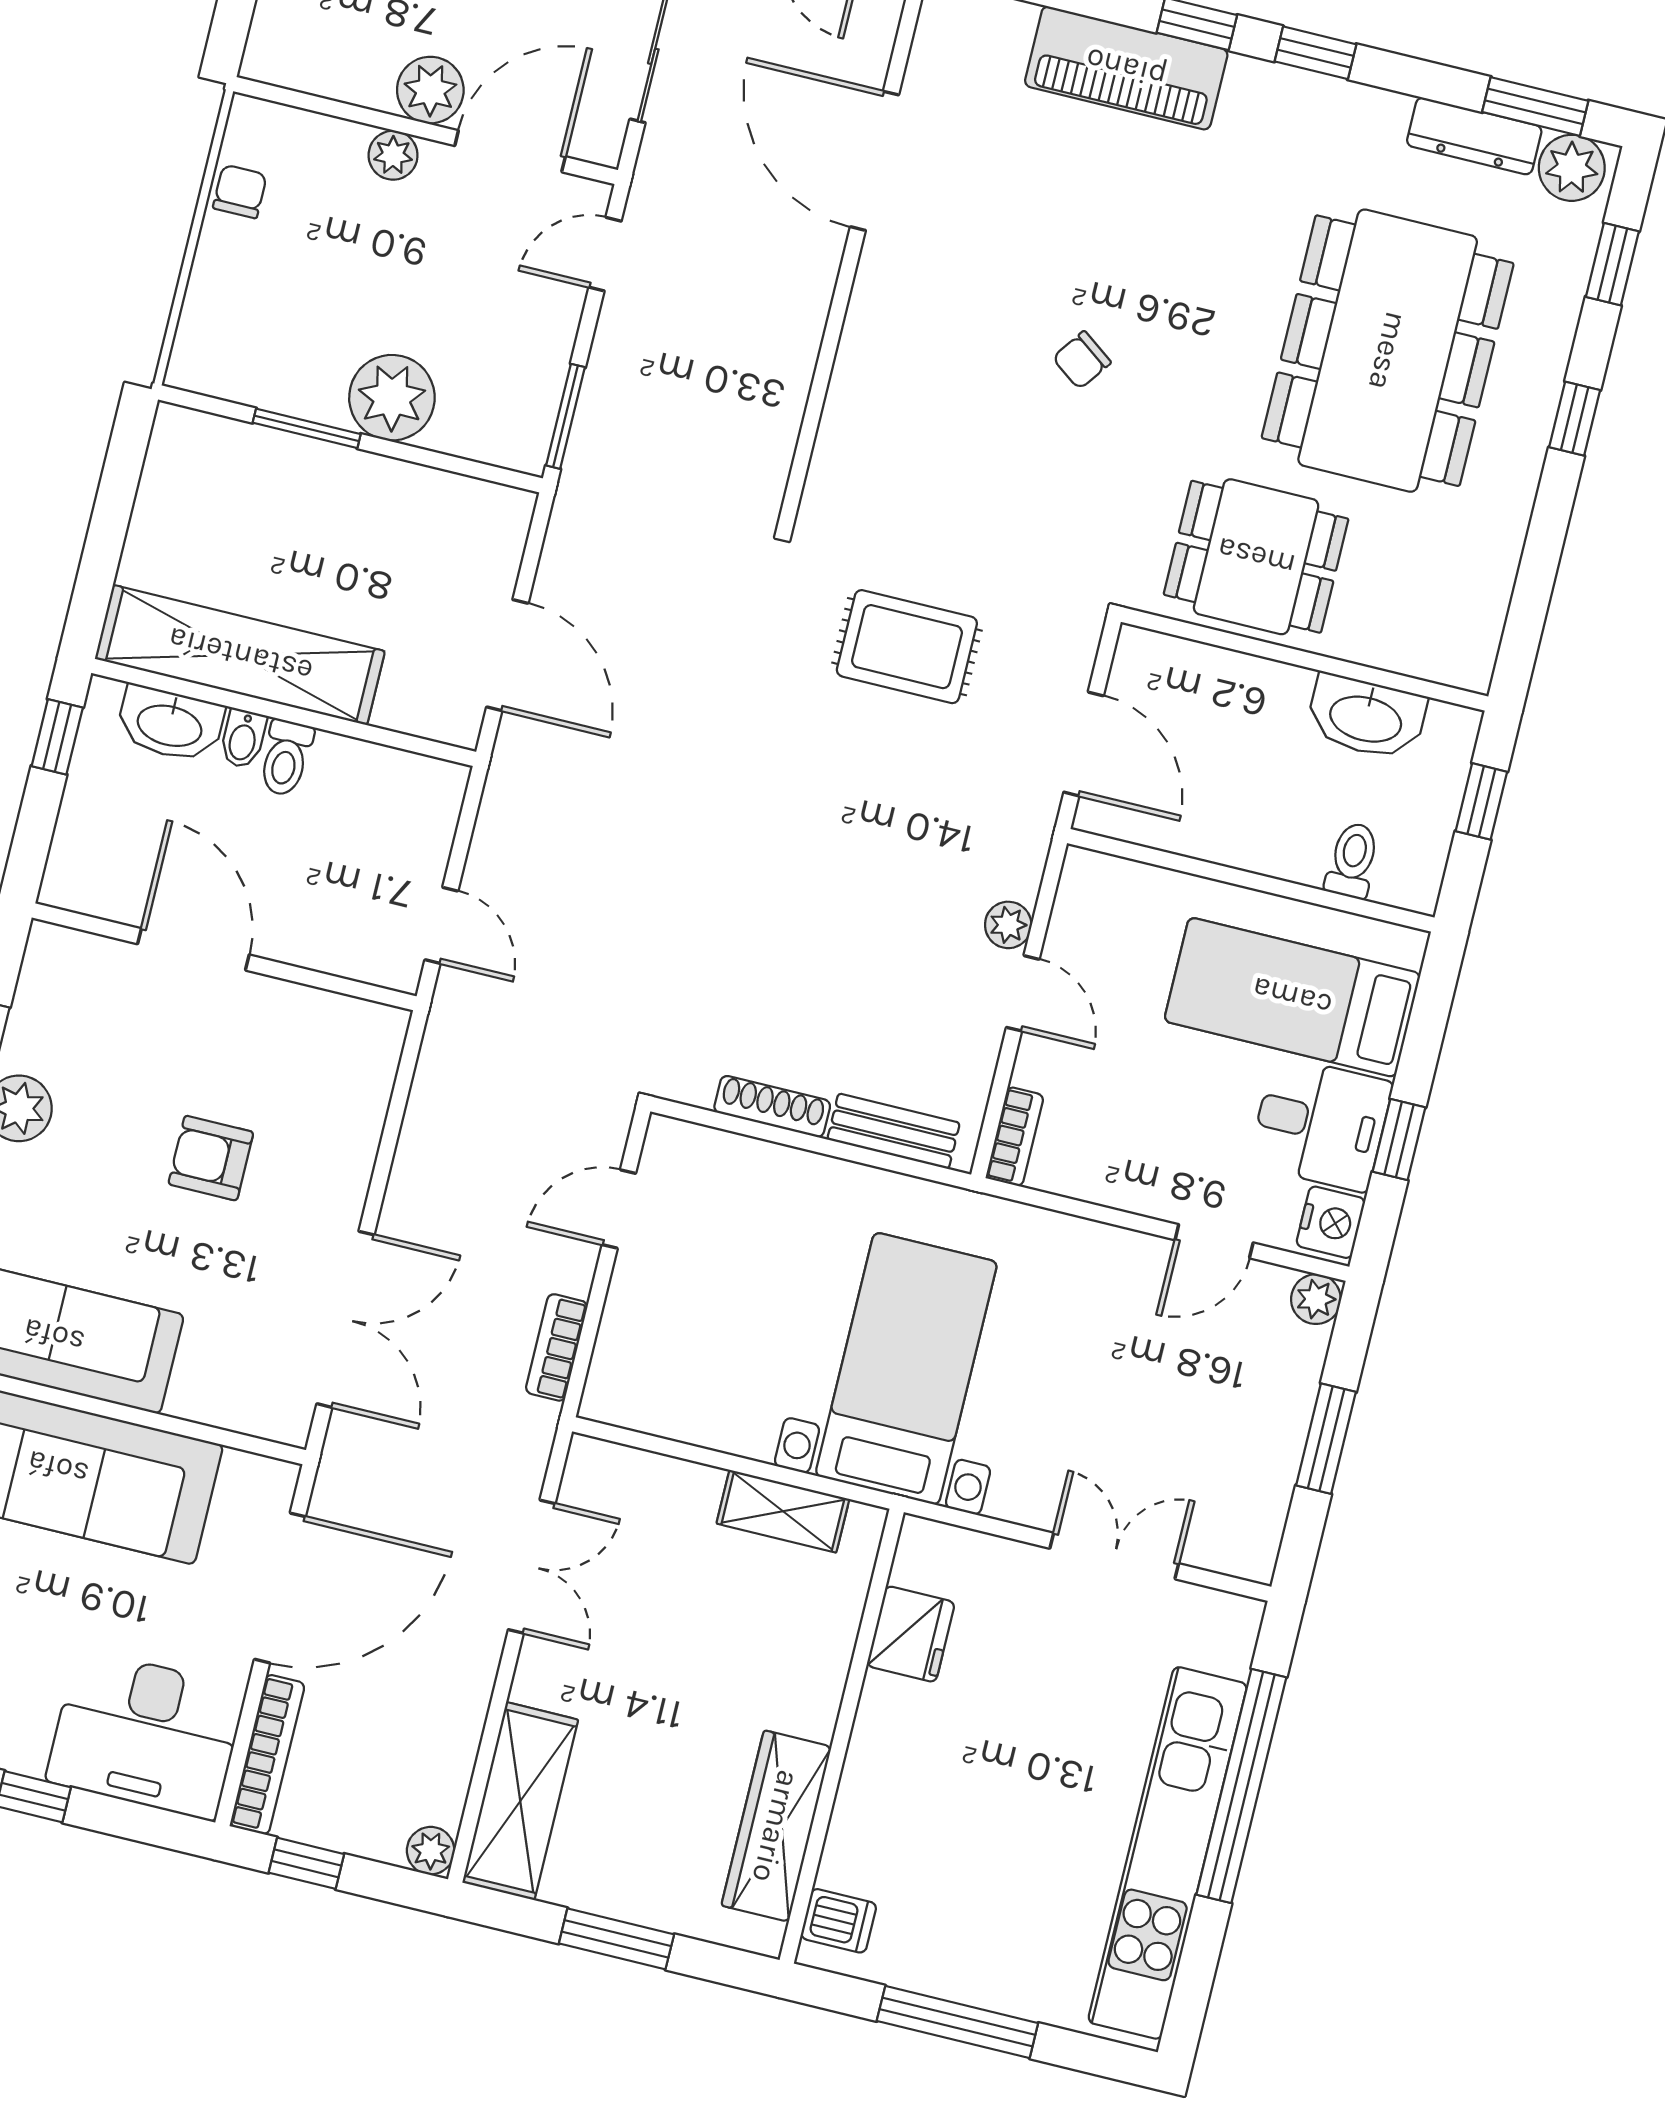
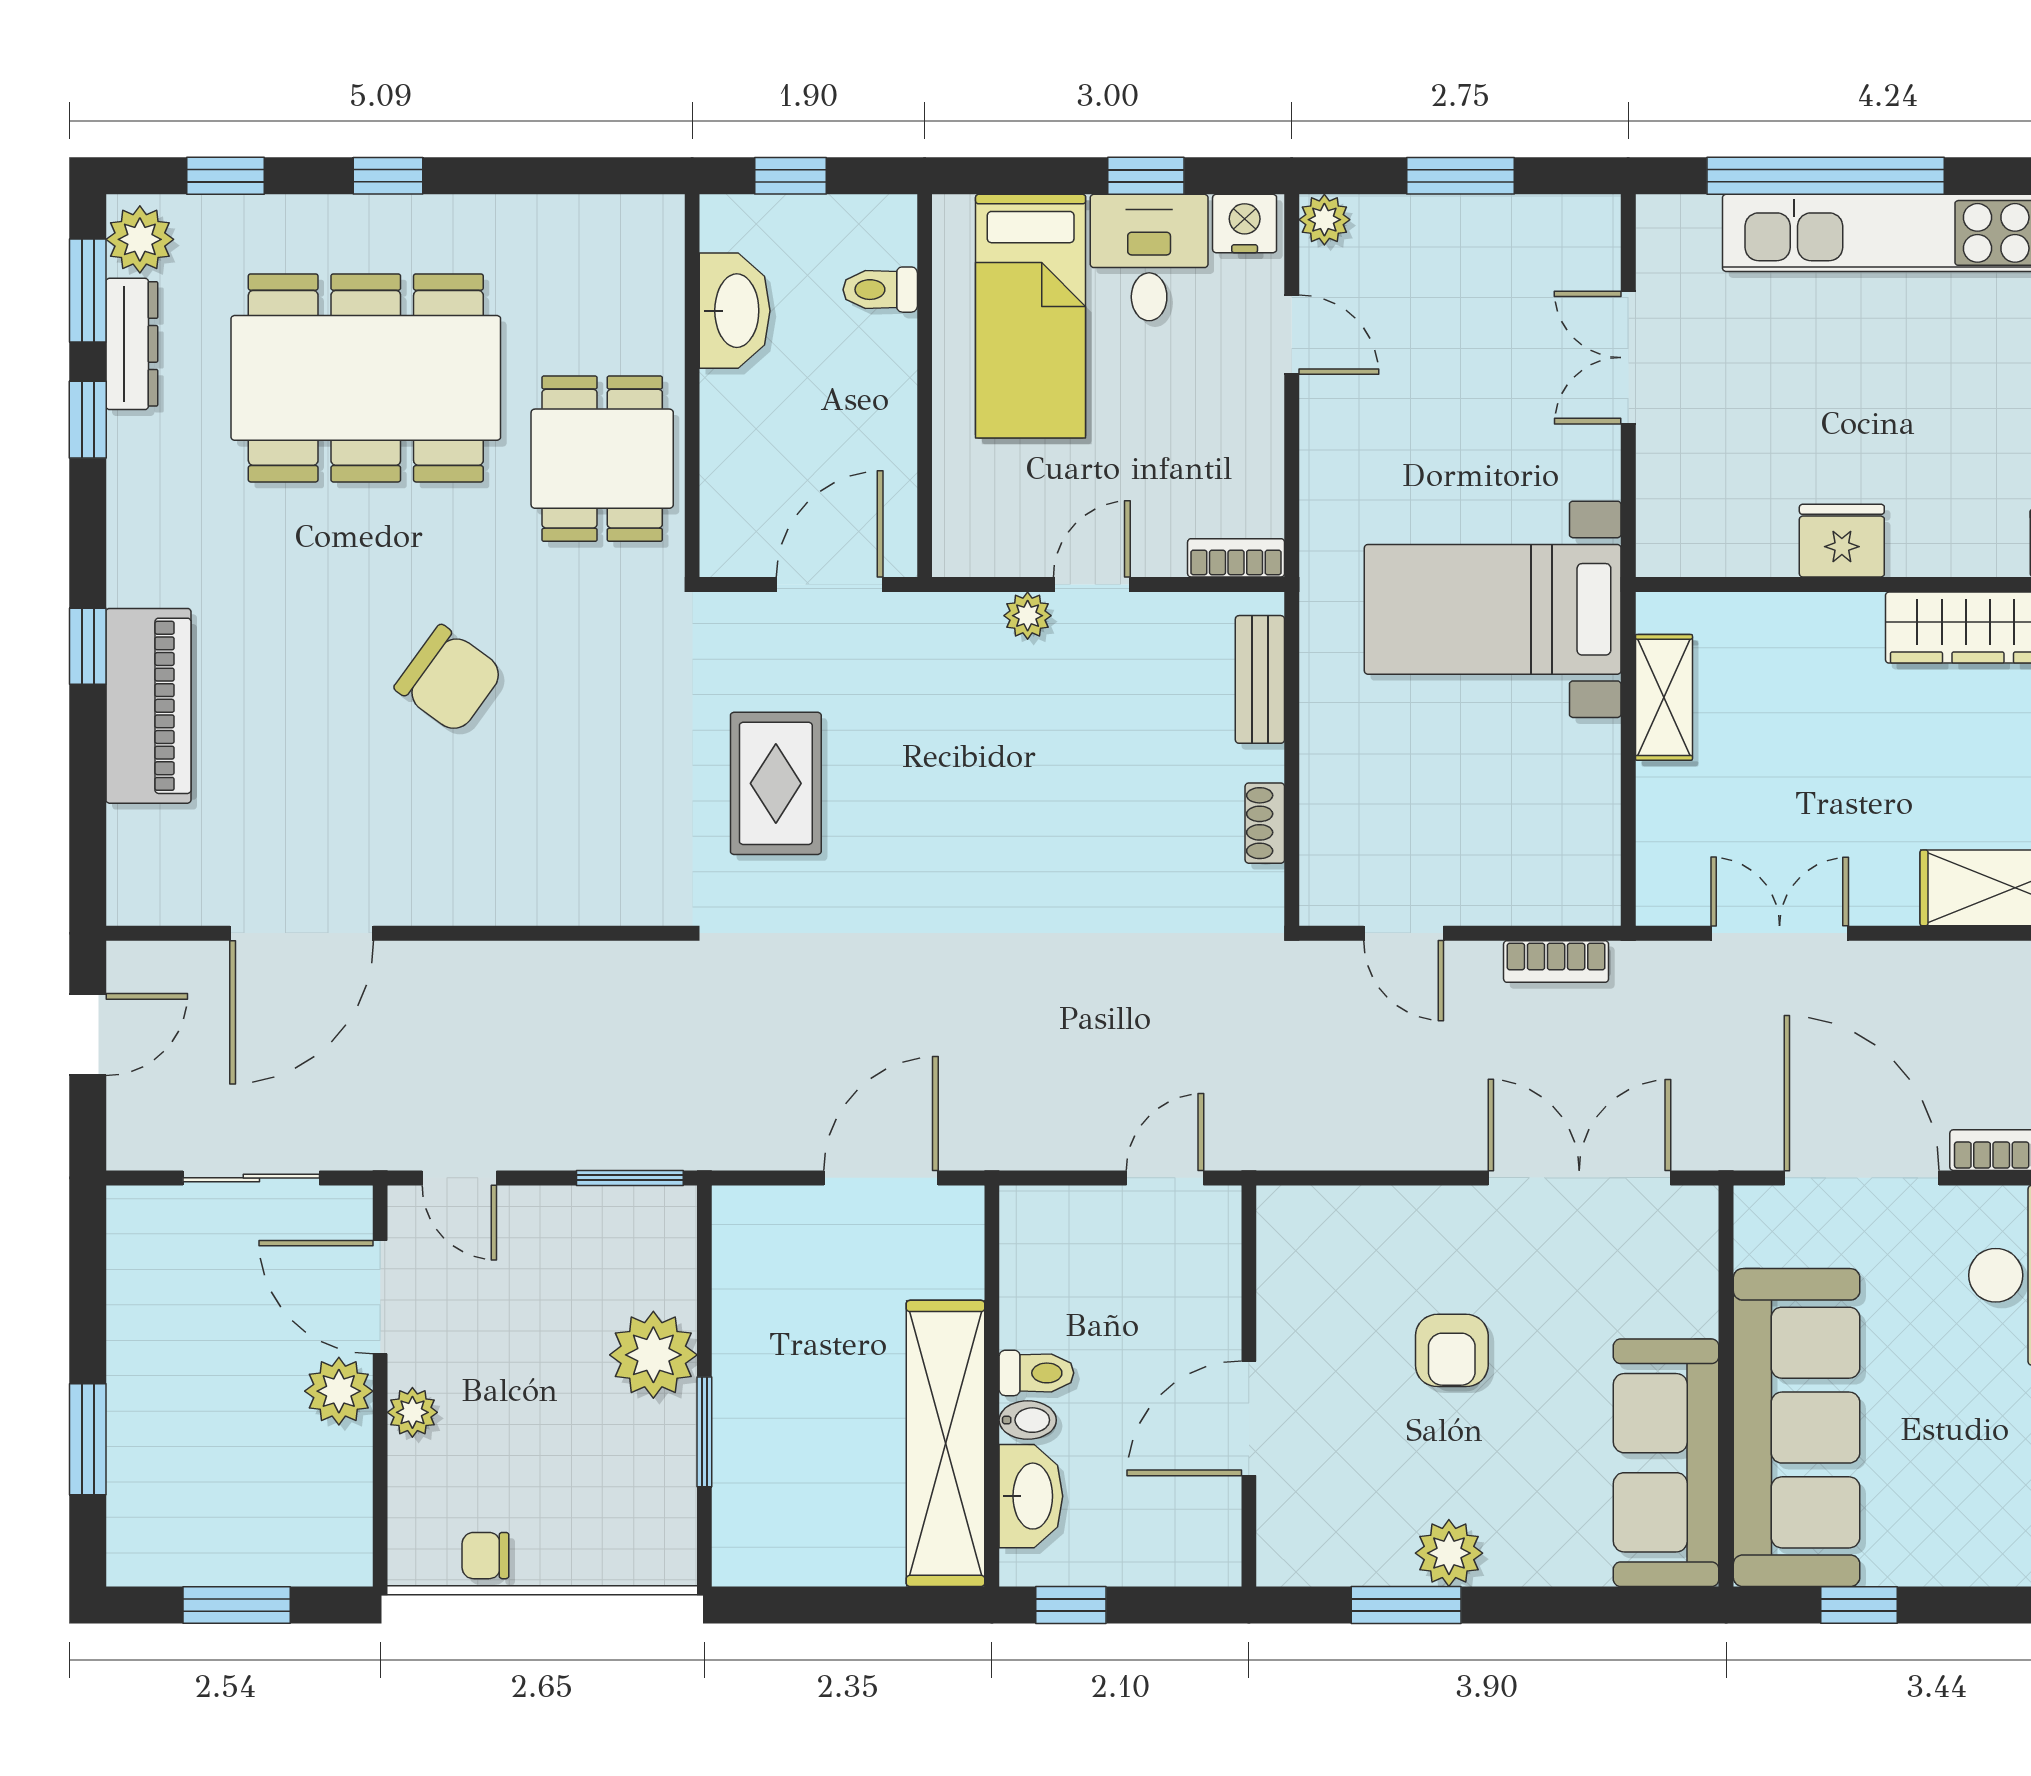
window: (1315, 53) -> (88, 420), moved
chair: (1082, 360) -> (449, 679), width x1.87, depth x1.87
shoe rack: (772, 1106) -> (1265, 823), width x0.70
fridge: (911, 1634) -> (1842, 541), moved

